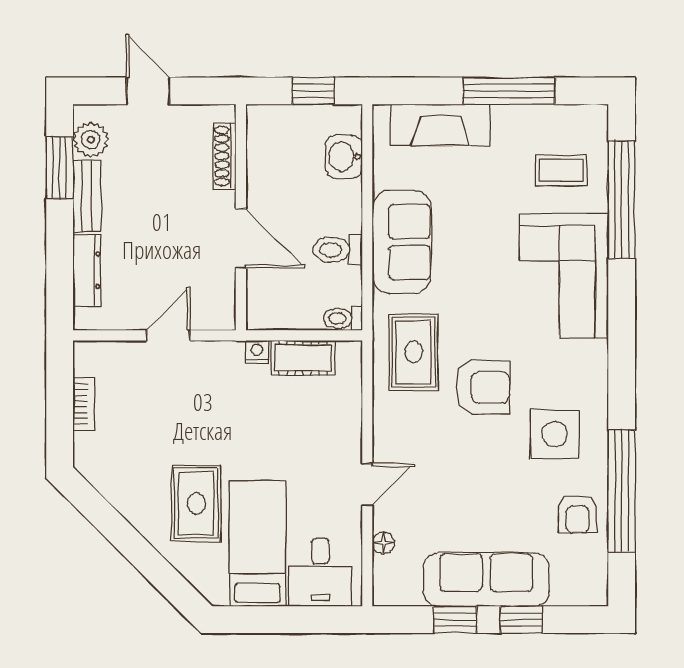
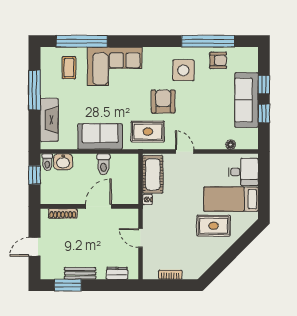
plant: (91, 140) -> (56, 272), removed
dresser: (87, 270) -> (117, 273), width x0.70
toilet: (343, 318) -> (47, 162), moved
cot: (303, 358) -> (153, 174), width x1.37, depth x1.34
door: (367, 485) -> (185, 152), moved

